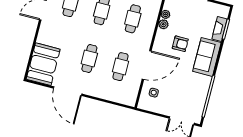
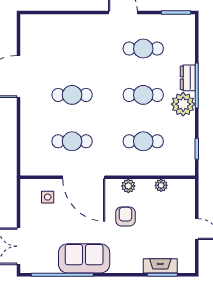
plant: (163, 24) -> (128, 186), moved
armchair: (180, 44) -> (125, 216), turned 180
sofa: (207, 57) -> (84, 258), moved
booth: (43, 64) -> (47, 33), removed

